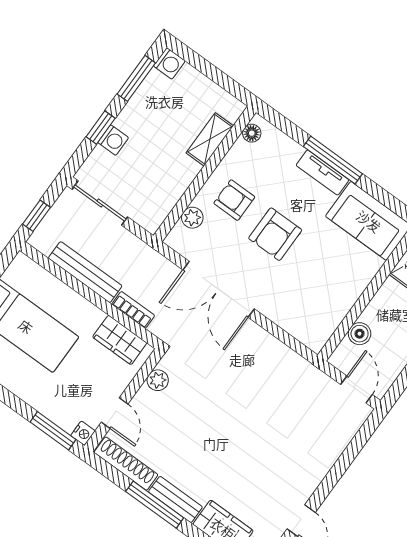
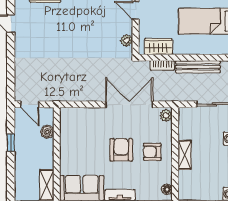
shelving: (210, 139) -> (185, 155), moved
armchair: (234, 200) -> (152, 152), turned 180
plant: (192, 218) -> (166, 116), moved

